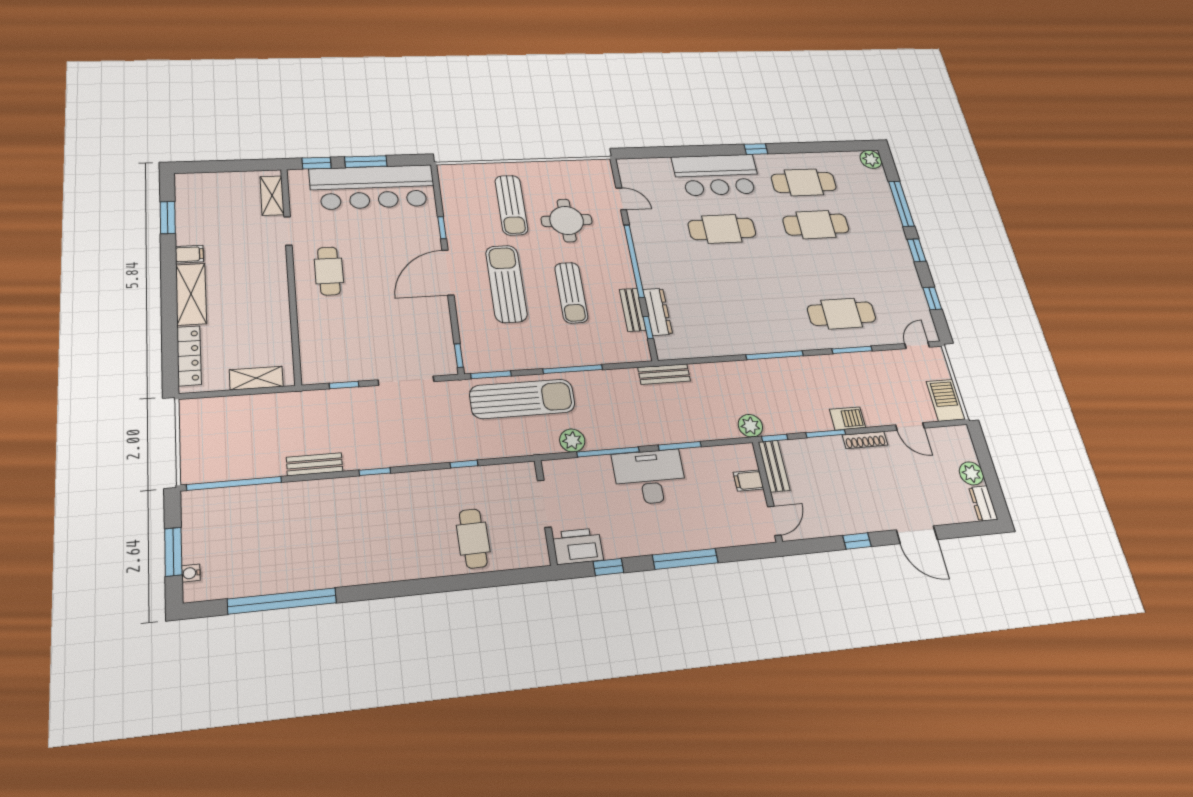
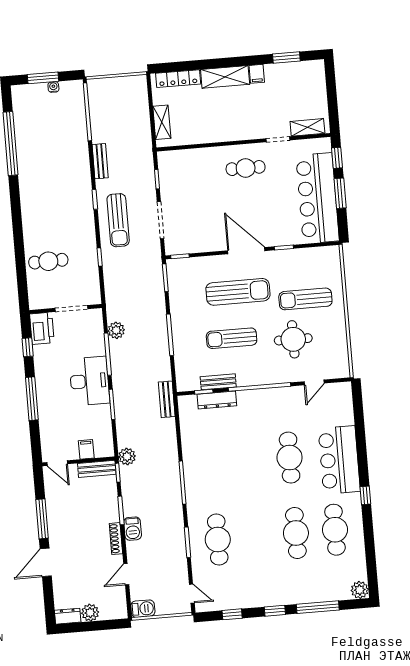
sun lounger: (522, 399) -> (118, 220), moved, width x0.73, depth x0.75
barbecue: (946, 400) -> (143, 609), width x0.73, depth x0.79
window: (857, 541) -> (42, 519), width x2.17
water cooler: (191, 573) -> (53, 87), moved

